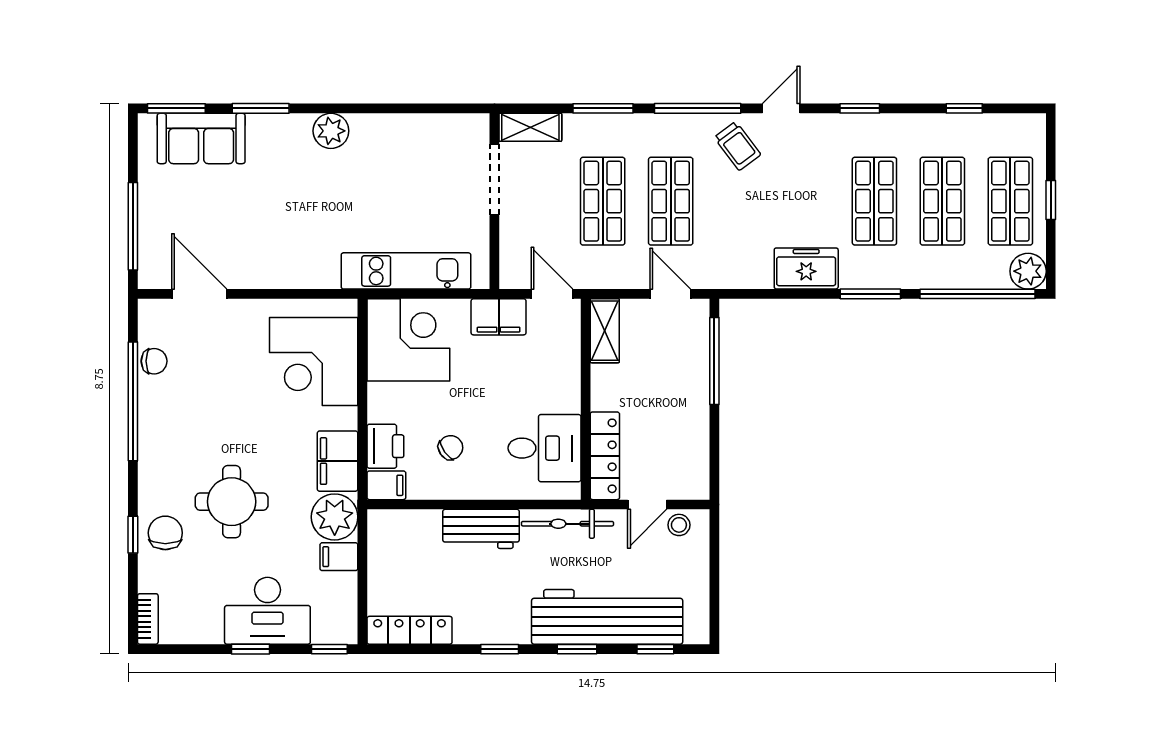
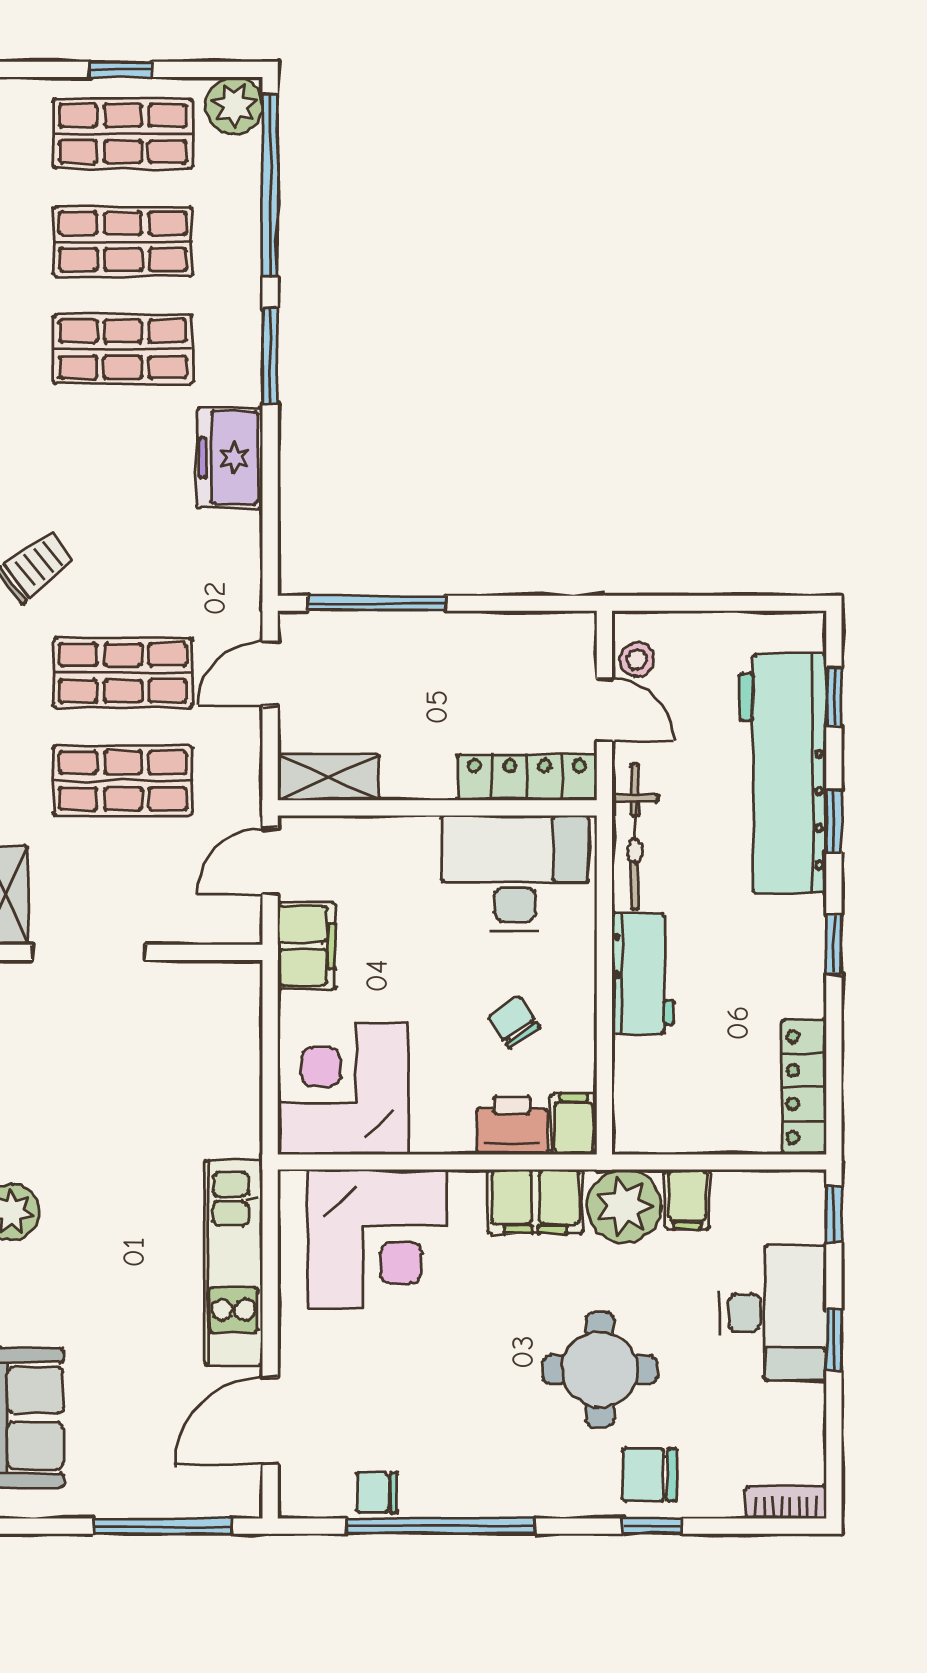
kitchen unit: (406, 271) -> (234, 1263), moved
chair: (154, 361) -> (377, 1493), turned -90
desk: (544, 448) -> (515, 873), width x1.37

